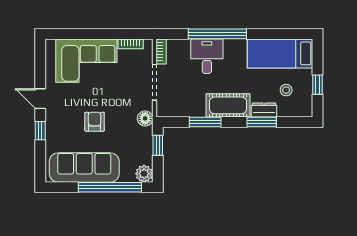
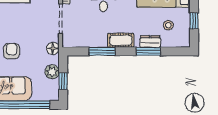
cot: (228, 105) -> (121, 40), width x0.73, depth x0.75
window: (158, 145) -> (63, 81), moved
plant: (144, 174) -> (52, 72), moved

